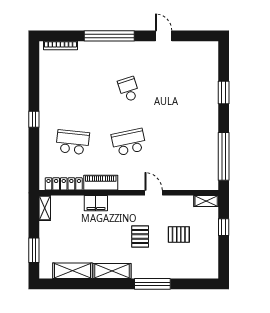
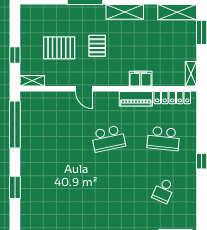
school desk: (129, 89) -> (163, 191), moved, turned 42
pallet: (179, 234) -> (59, 48), width x1.50, depth x1.42
shelving: (73, 271) -> (177, 12), moved

